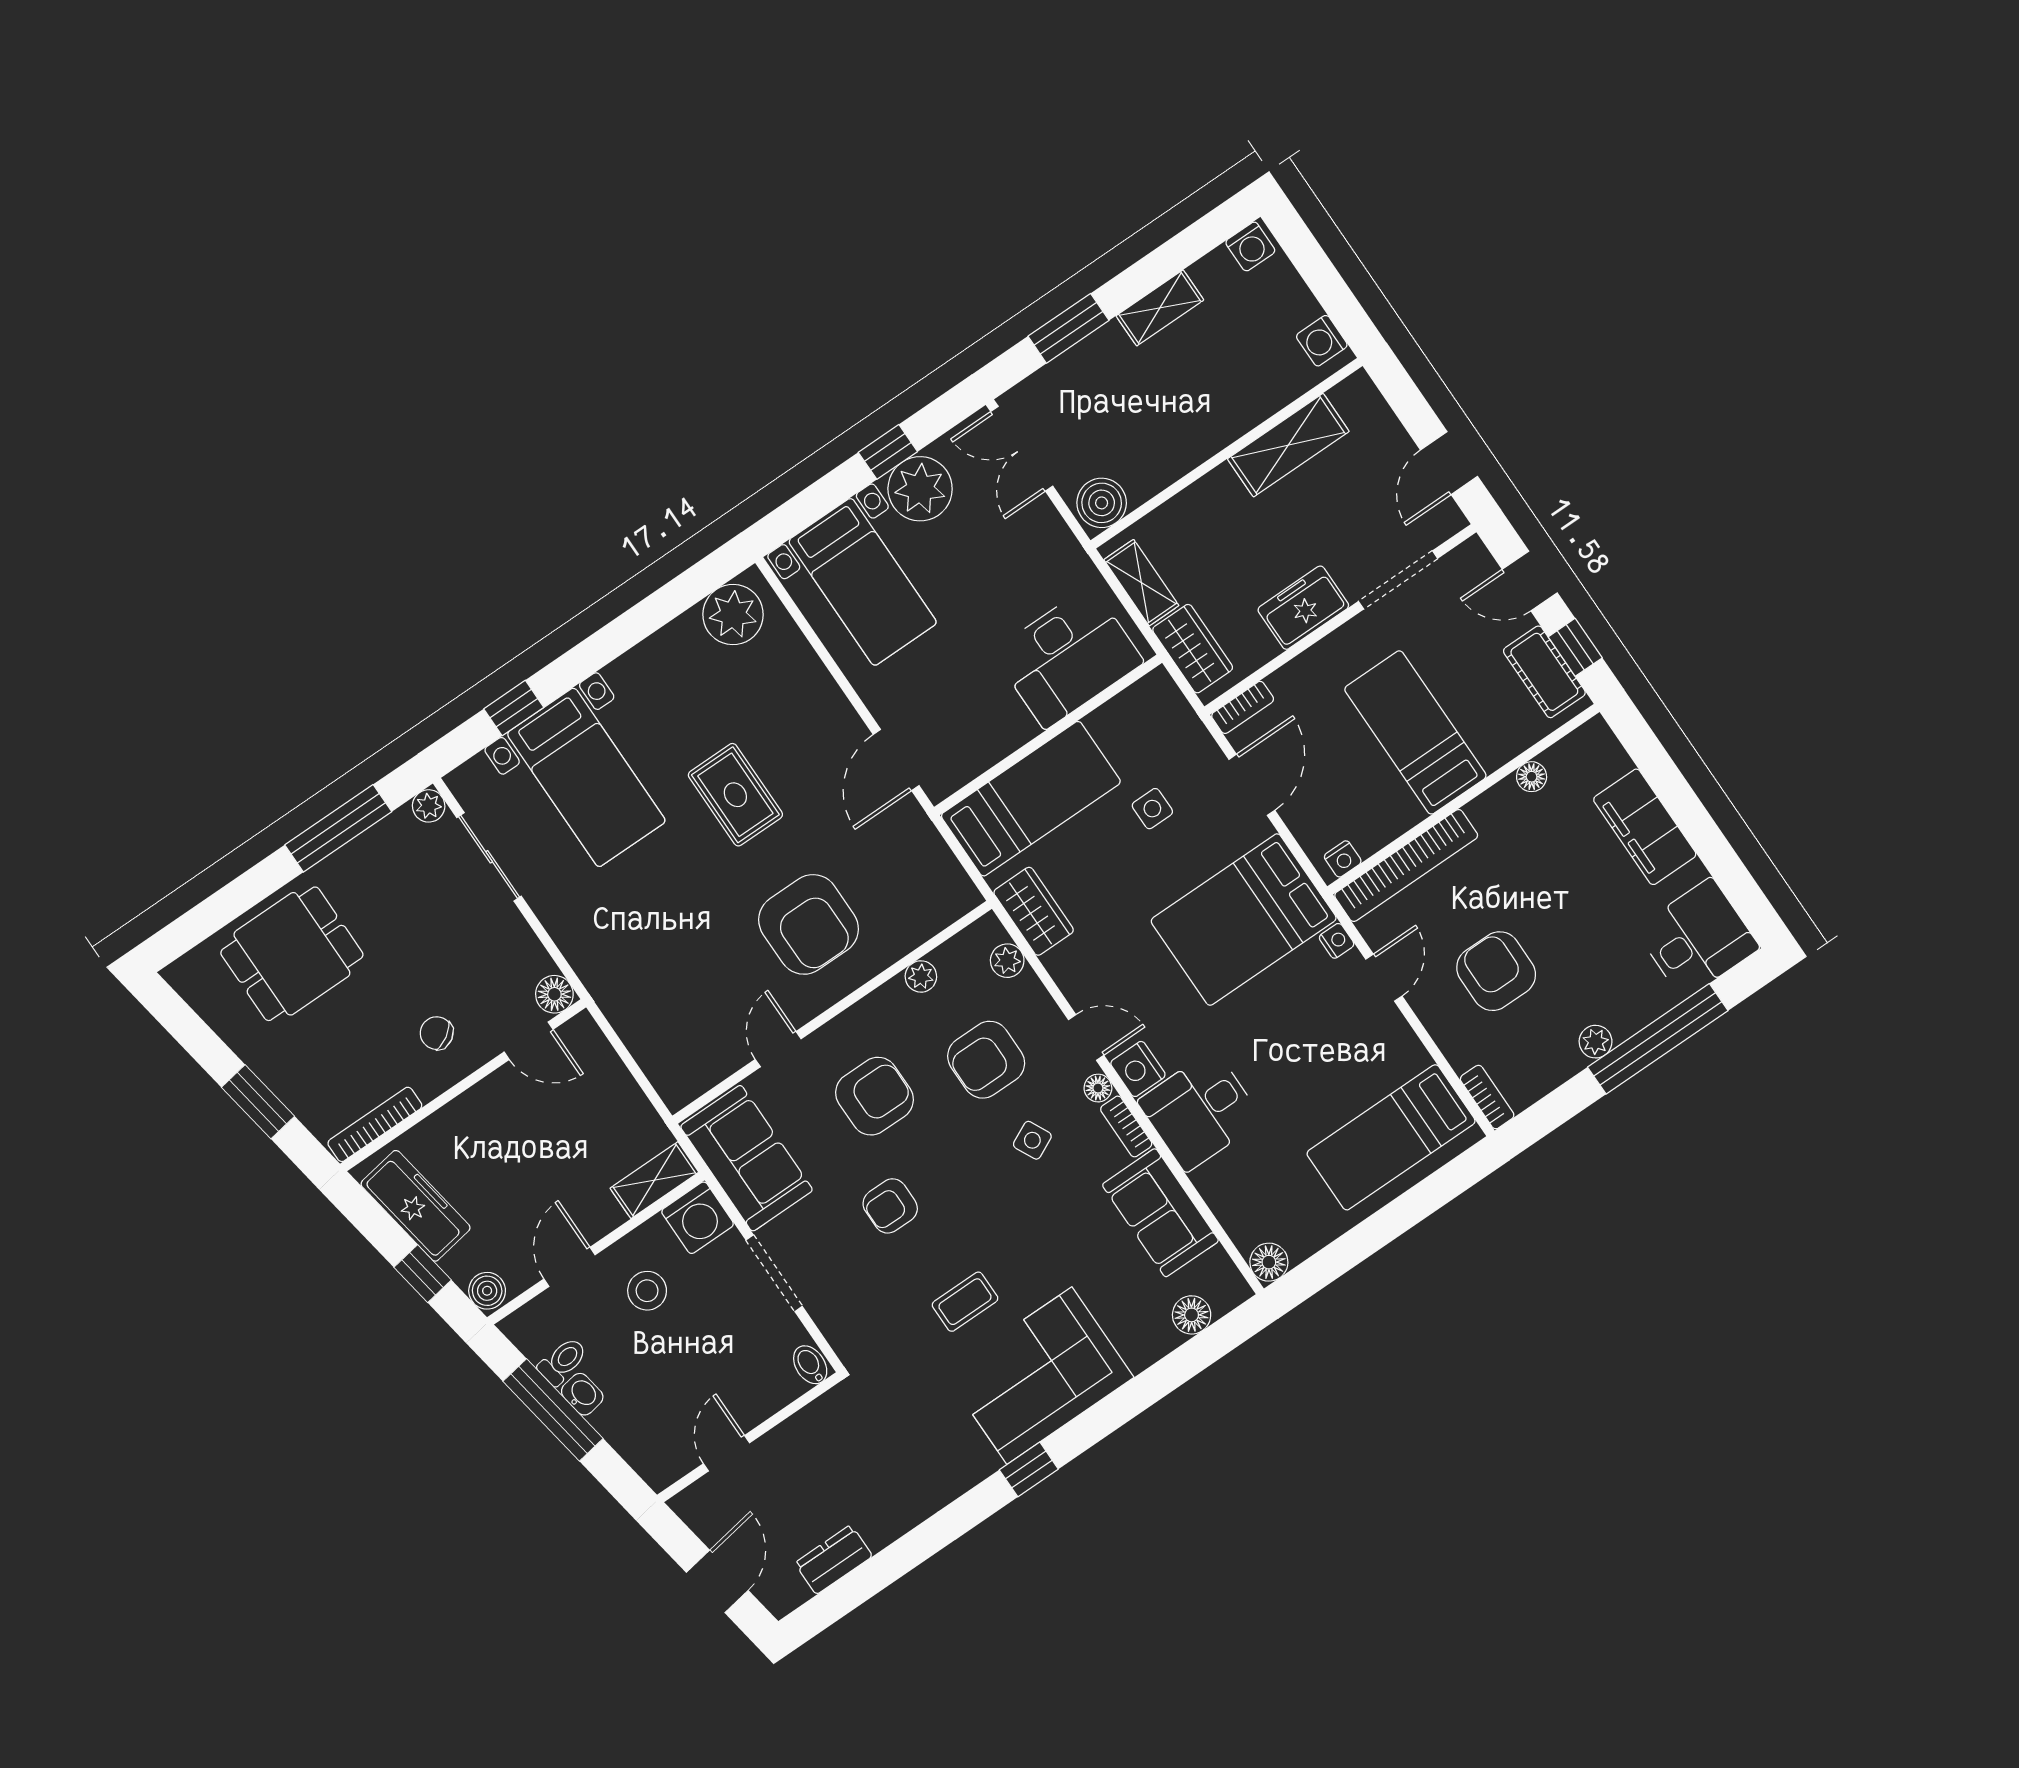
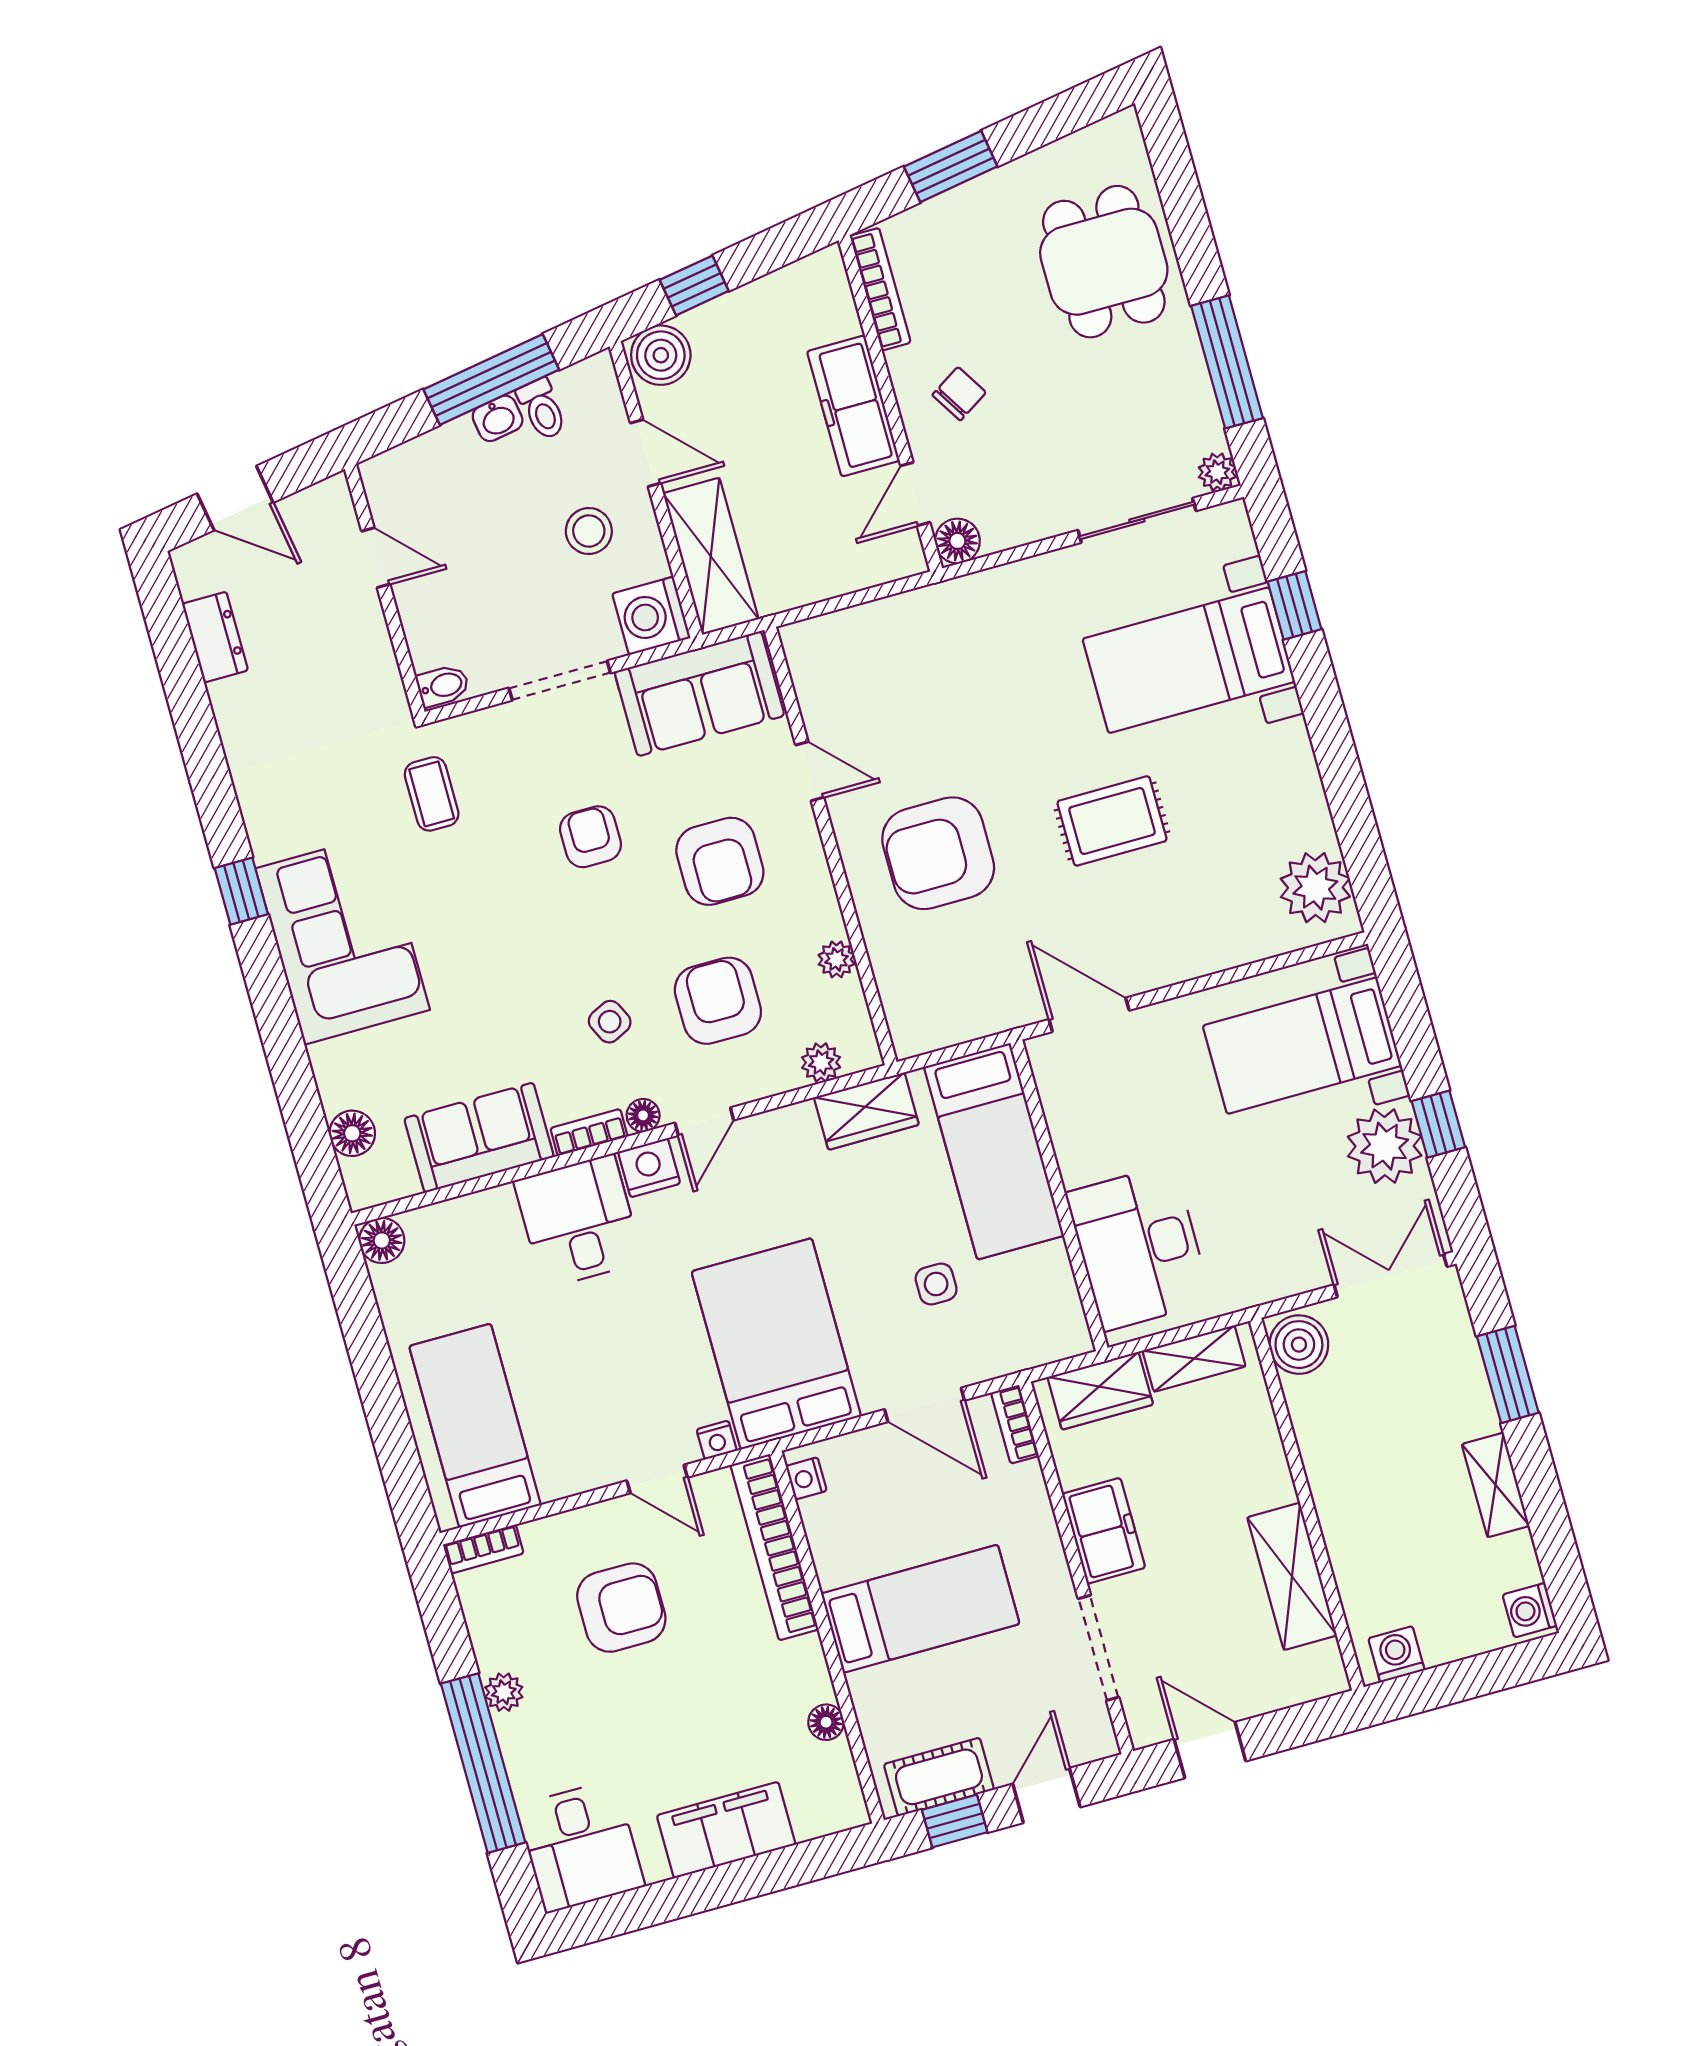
shelving: (654, 1180) -> (711, 556), width x1.50, depth x1.33
freezer: (416, 1206) -> (853, 406), moved, turned 99
boiler: (487, 1291) -> (661, 355), width x1.36, depth x1.36
coffee table: (965, 1302) -> (432, 794), moved

